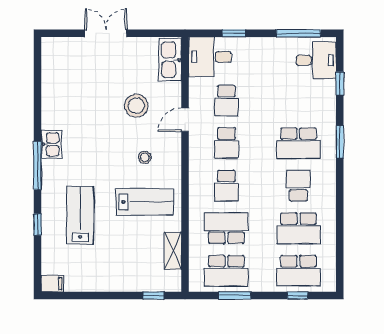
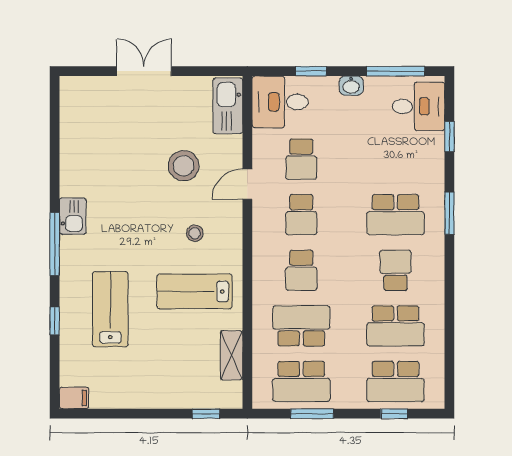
washbasin: (265, 44) -> (351, 86), added
lab bench: (145, 202) -> (195, 291), turned 180

